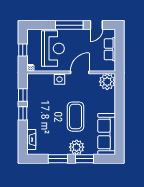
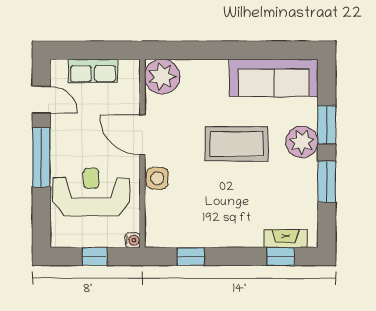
window: (23, 113) -> (281, 256), moved

